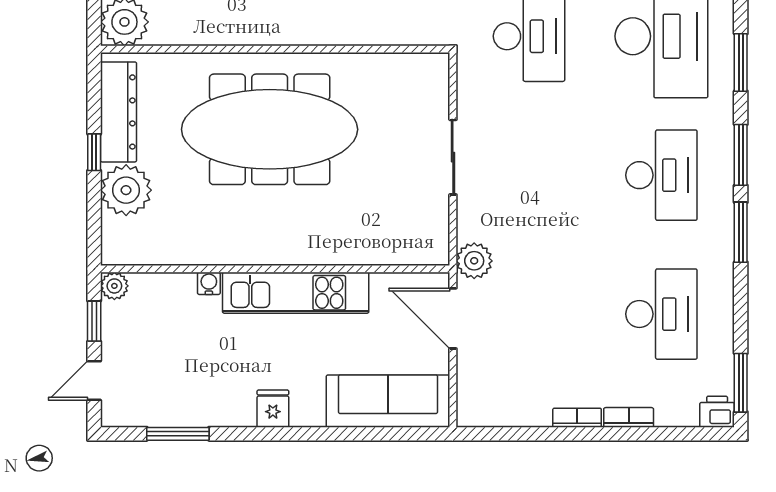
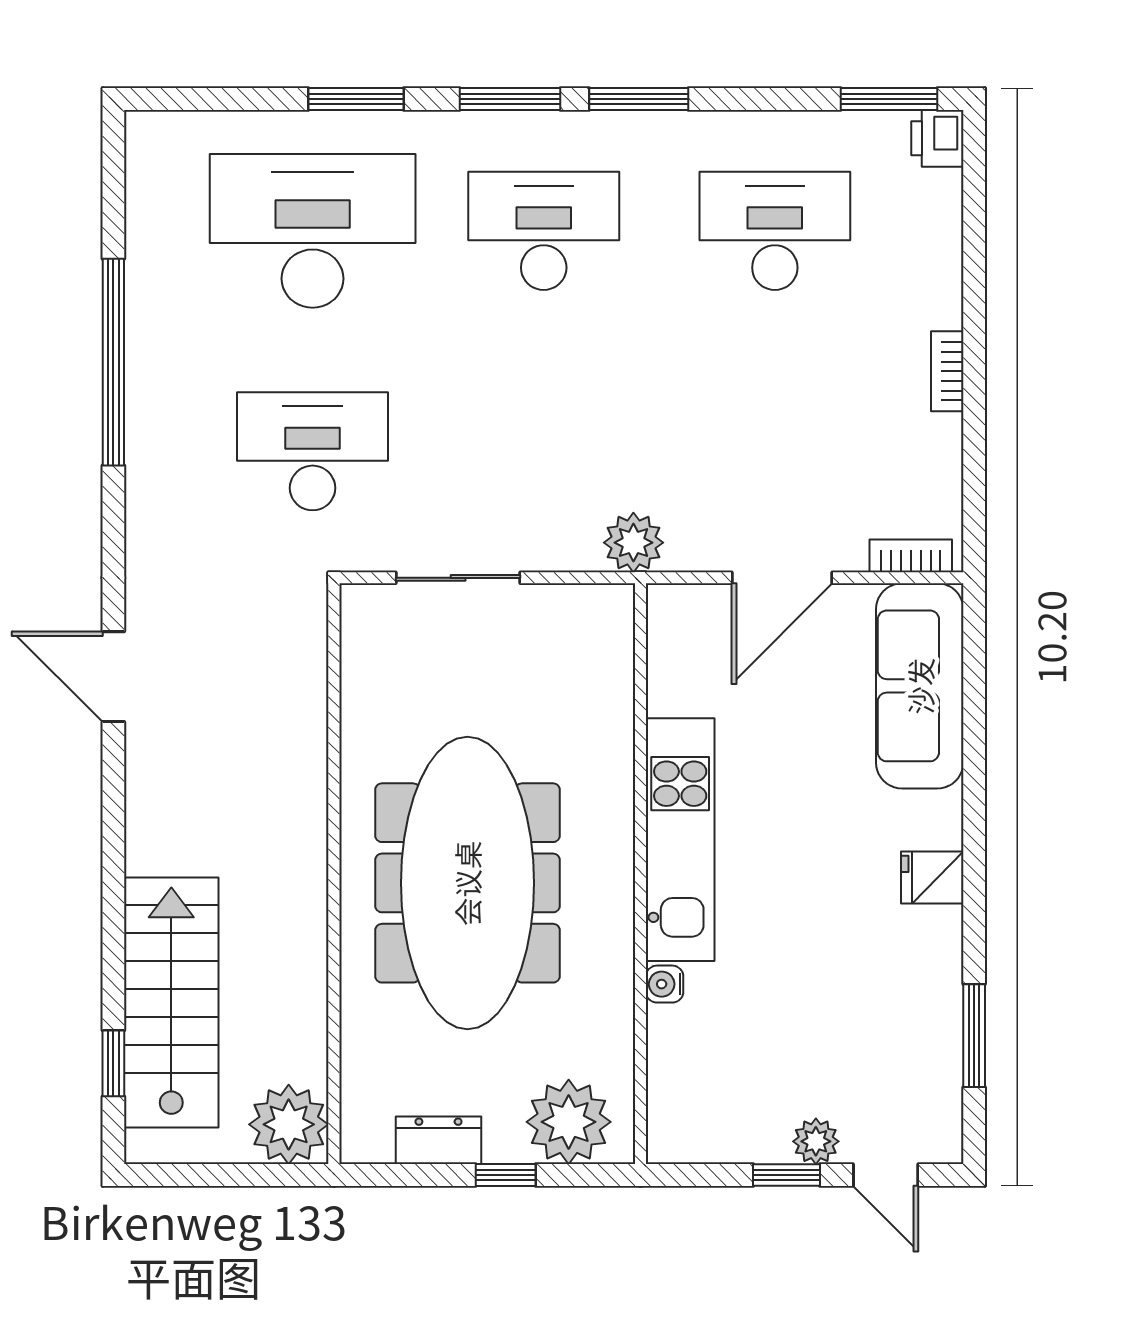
dresser: (118, 112) -> (438, 1140), width x0.51, depth x0.80
sliding door: (453, 157) -> (458, 578), moved
plant: (474, 261) -> (633, 543), moved
wall: (275, 269) -> (641, 874), moved
water cooler: (209, 283) -> (665, 984), moved
plant: (114, 286) -> (816, 1141), moved
kitchen unit: (296, 293) -> (680, 840), moved
bookcase: (629, 417) -> (911, 556), moved, turned 90

